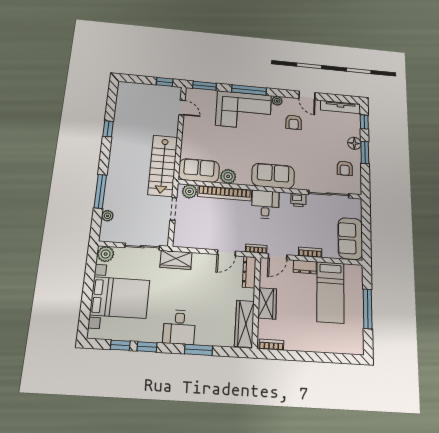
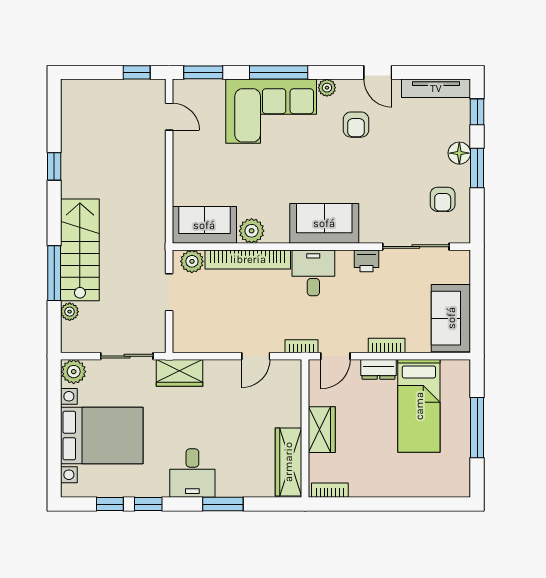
stairs: (163, 166) -> (80, 250), moved, turned 180
dresser: (249, 272) -> (292, 384), removed

